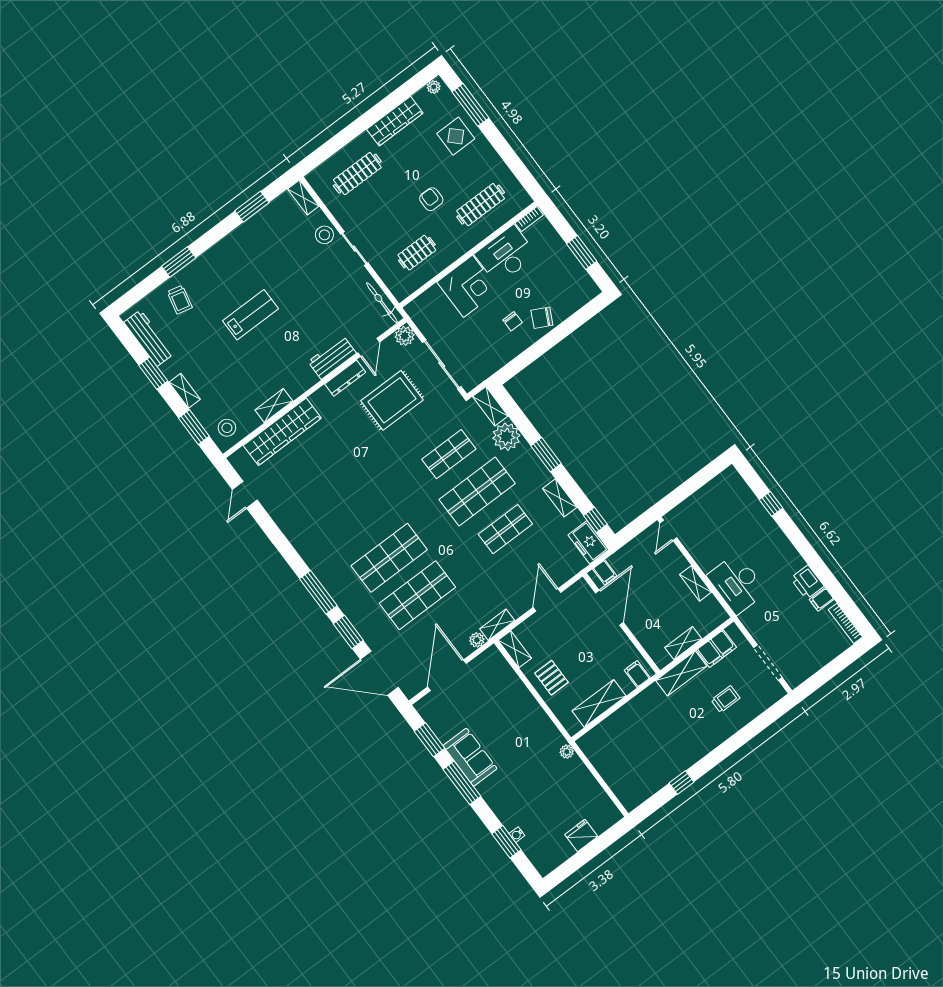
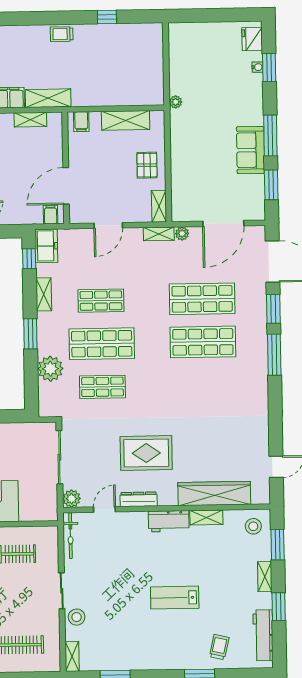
workbench: (332, 357) -> (169, 521), moved
rug: (392, 400) -> (146, 453), moved
shelving: (490, 406) -> (46, 400), removed
trolley: (726, 699) -> (62, 34), moved
fridge: (581, 835) -> (252, 39), moved, turned 90

